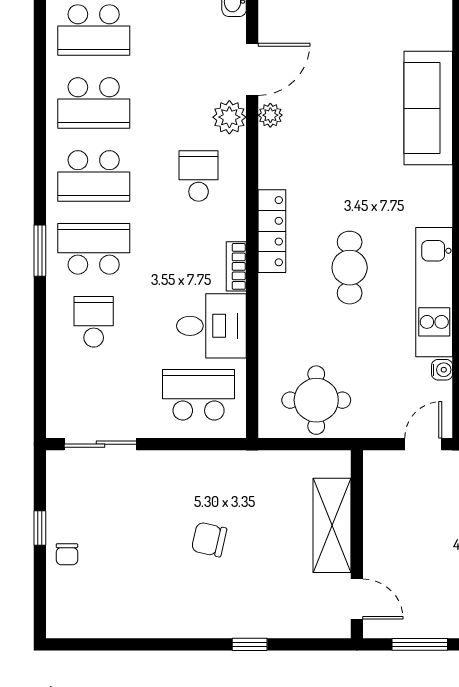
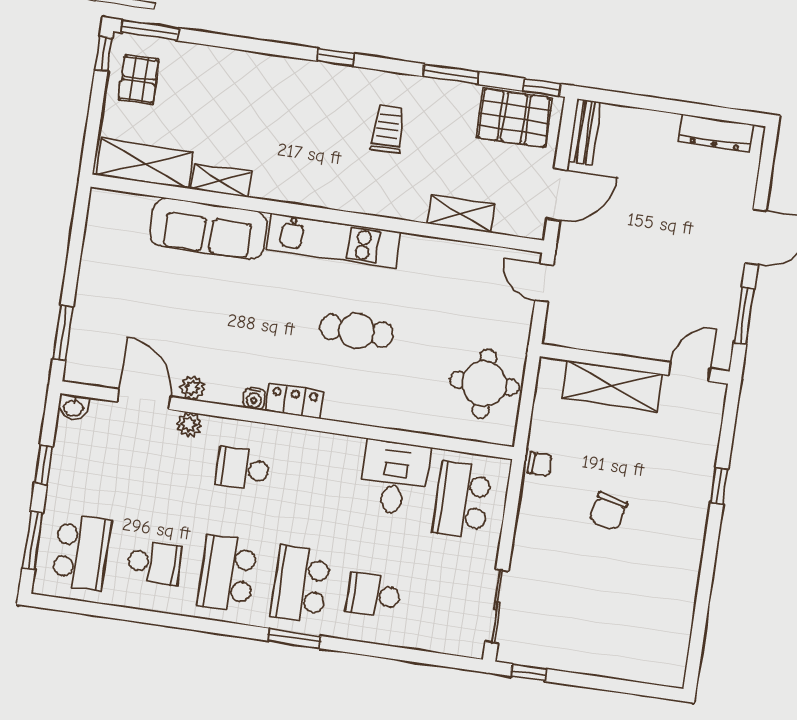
school desk: (94, 103) -> (154, 563), width x0.54
plant: (229, 117) -> (189, 425), width x0.73, depth x0.73
school desk: (94, 176) -> (227, 574), turned 180
locker: (272, 231) -> (294, 401), width x0.66
bookcase: (236, 266) -> (339, 444), removed
kitchen unit: (434, 292) -> (333, 241), moved
water cooler: (442, 370) -> (254, 399), moved, turned 180
window: (40, 528) -> (529, 673), moved
chair: (67, 554) -> (540, 464), moved

